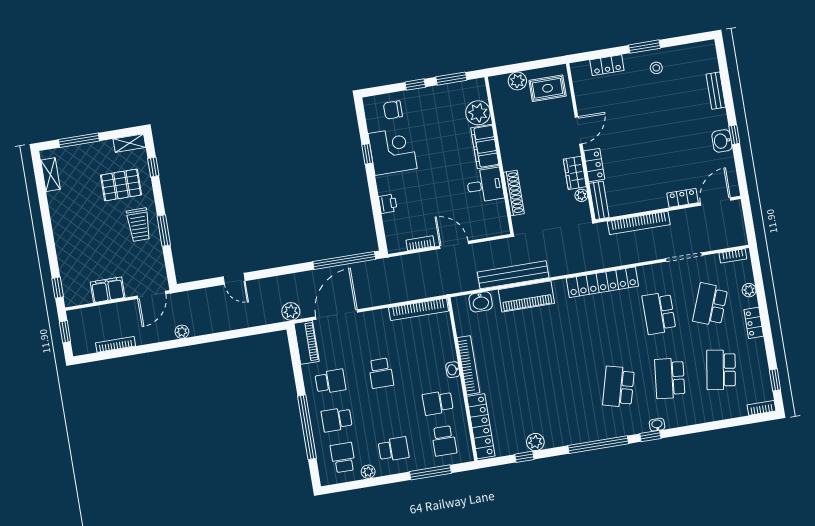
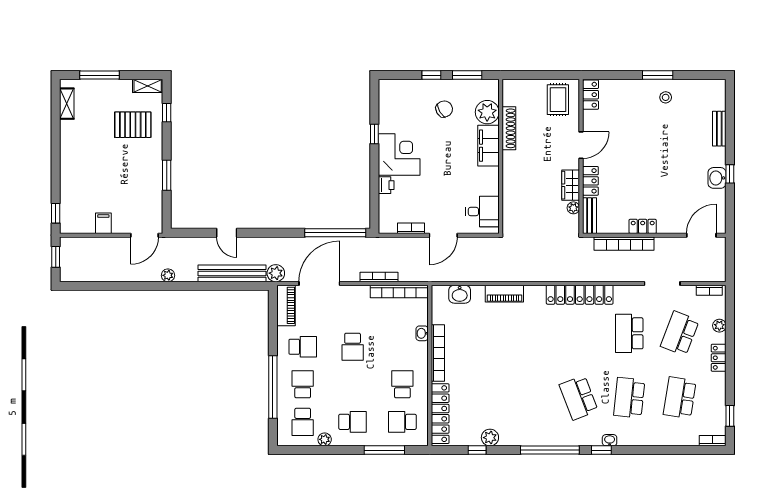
locker: (607, 65) -> (591, 95), moved, turned -90
plant: (517, 81) -> (530, 88), removed
rug: (548, 88) -> (558, 100), turned 90
chair: (393, 110) -> (444, 109), moved, turned 150
corner desk: (393, 151) -> (399, 155), moved
desk: (485, 185) -> (482, 212), moved
shoe rack: (514, 193) -> (509, 128), moved
locker: (682, 198) -> (643, 226), moved
trolley: (139, 225) -> (144, 166), removed
door: (454, 245) -> (443, 235), swing flipped
bench: (513, 275) -> (232, 273), moved
filing cabinet: (108, 290) -> (103, 223), width x0.50
piano: (526, 297) -> (504, 294), width x0.73, depth x0.75
bookcase: (116, 344) -> (379, 277), moved
washbasin: (453, 370) -> (422, 333), moved
school desk: (619, 387) -> (579, 398), turned -36
school desk: (438, 403) -> (402, 384), turned 90
school desk: (337, 419) -> (303, 384), turned 90
school desk: (444, 441) -> (402, 422), turned 90
school desk: (343, 458) -> (303, 422), turned 180

